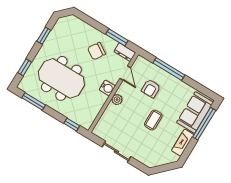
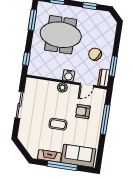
meeting table: (61, 78) -> (61, 35), turned 90
window: (204, 124) -> (62, 166), moved

